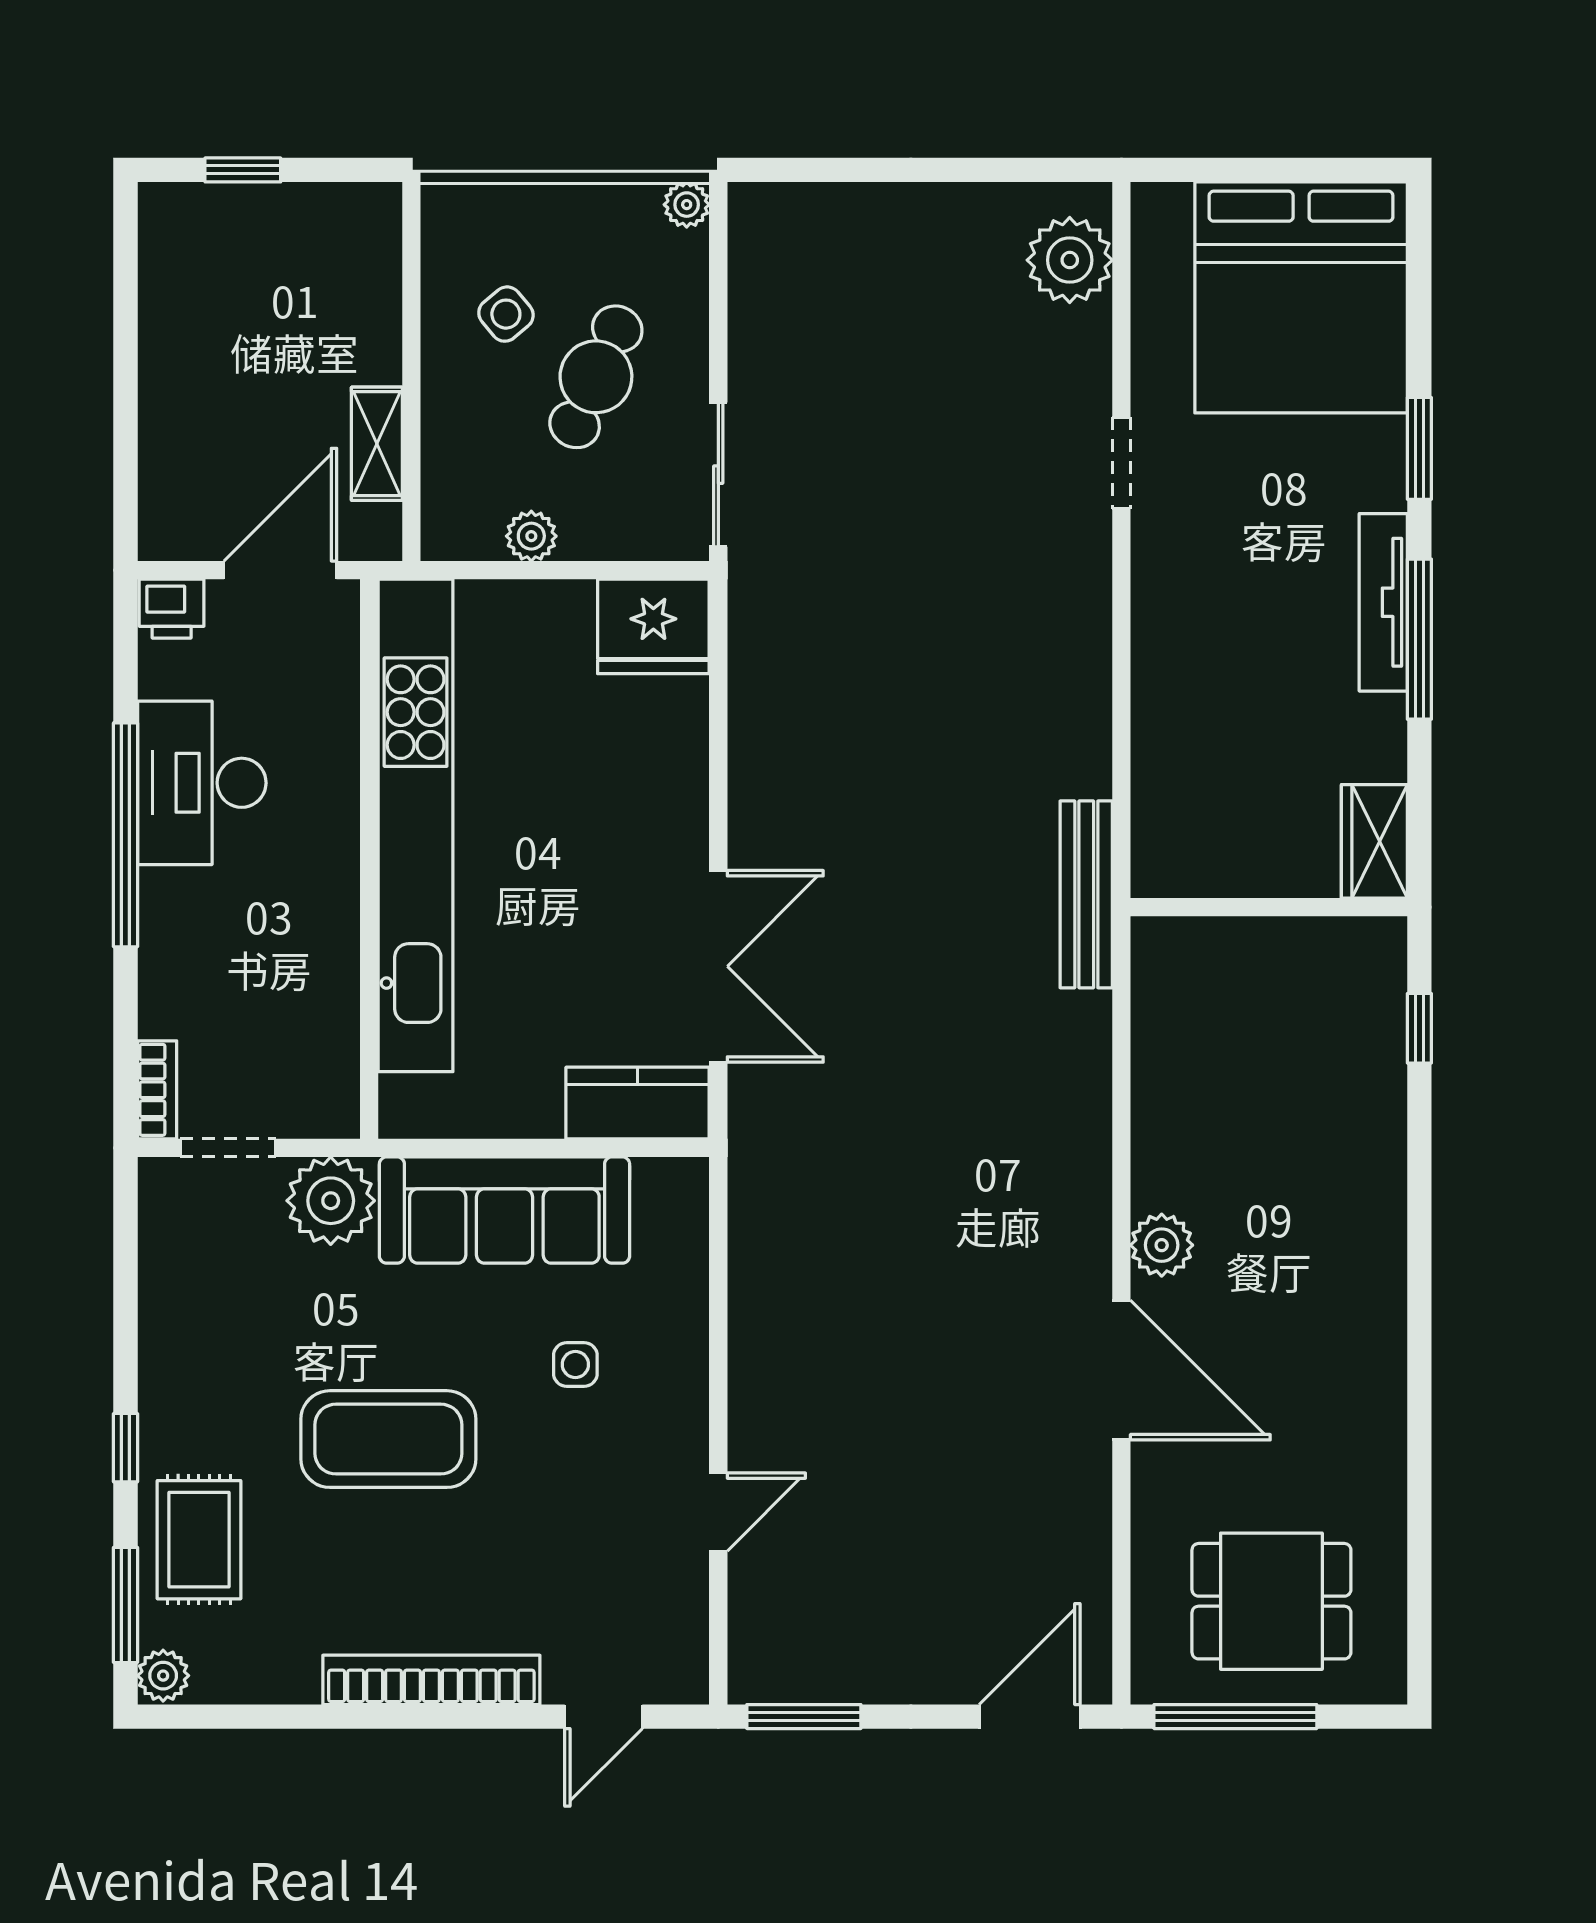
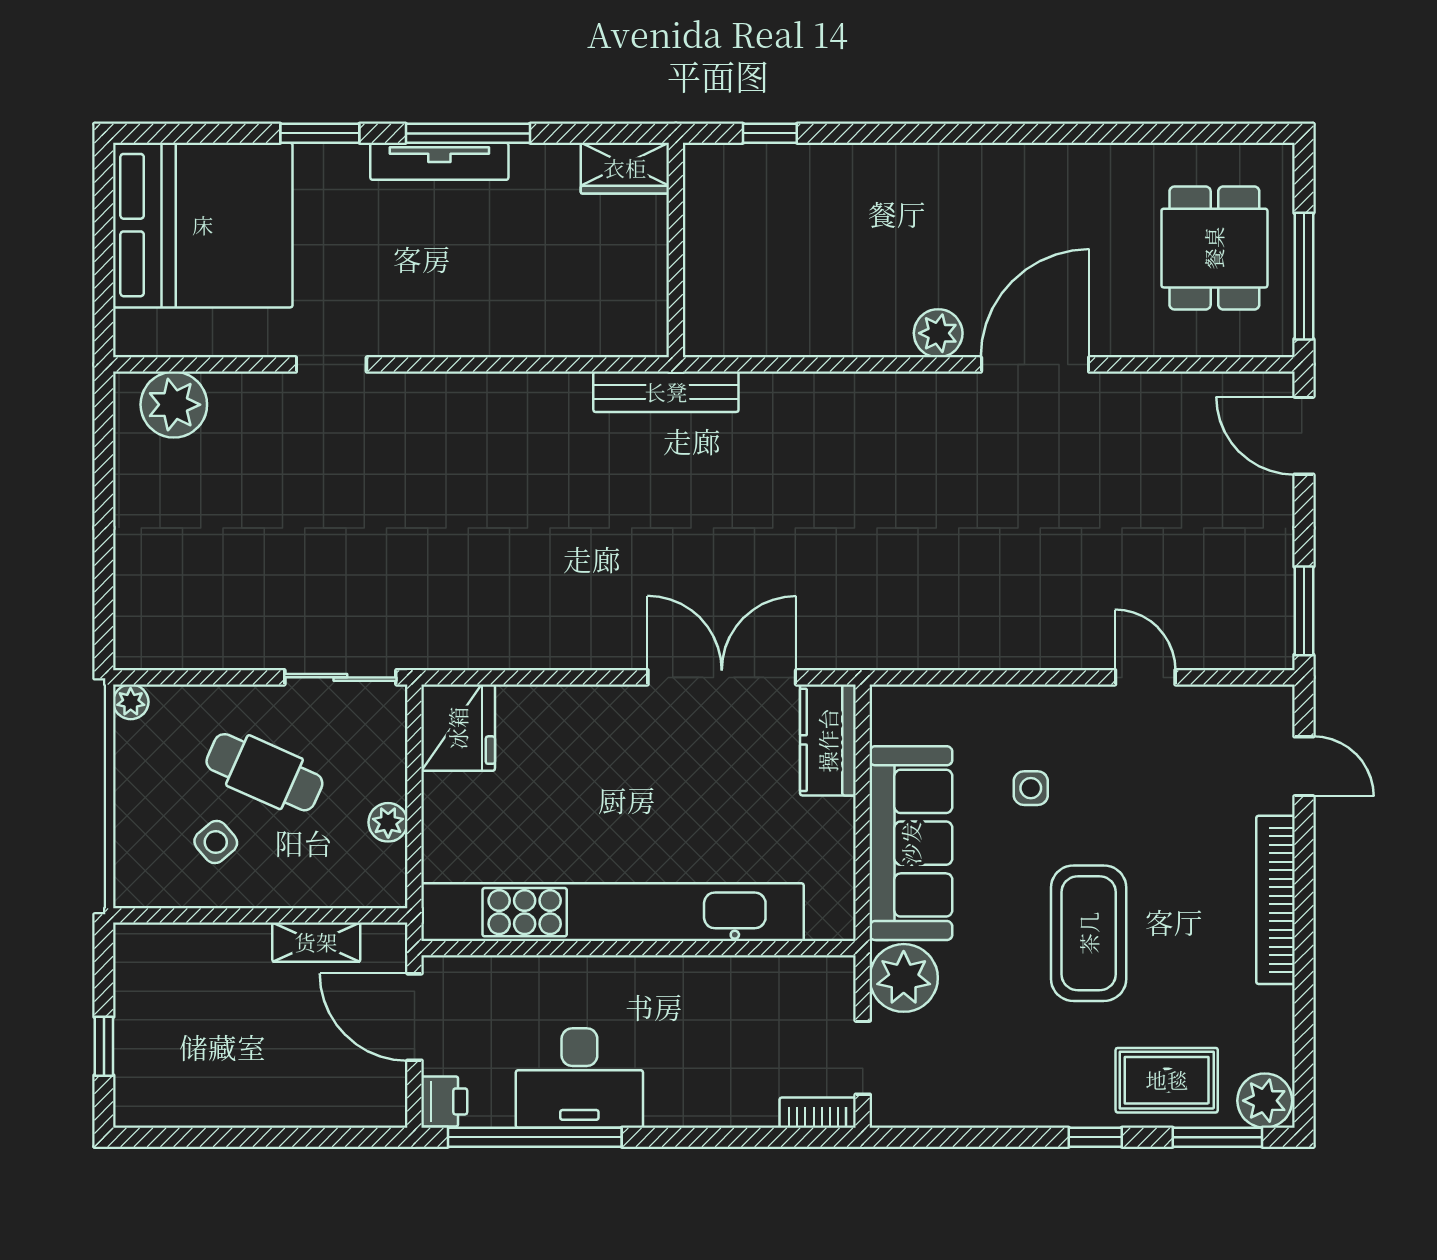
window: (125, 835) -> (535, 1137), moved
plant: (163, 1676) -> (1265, 1101), width x1.38, depth x1.38

